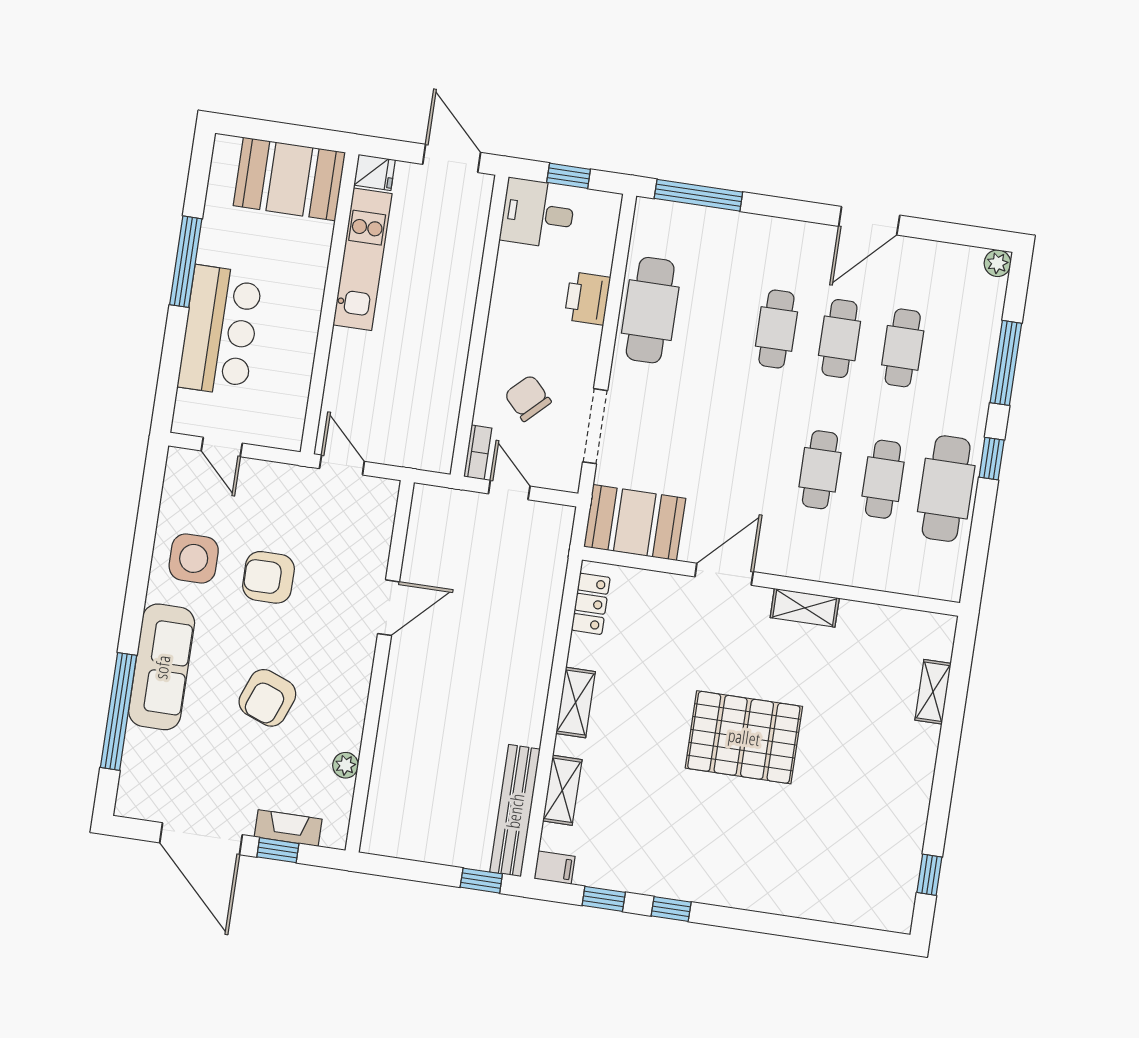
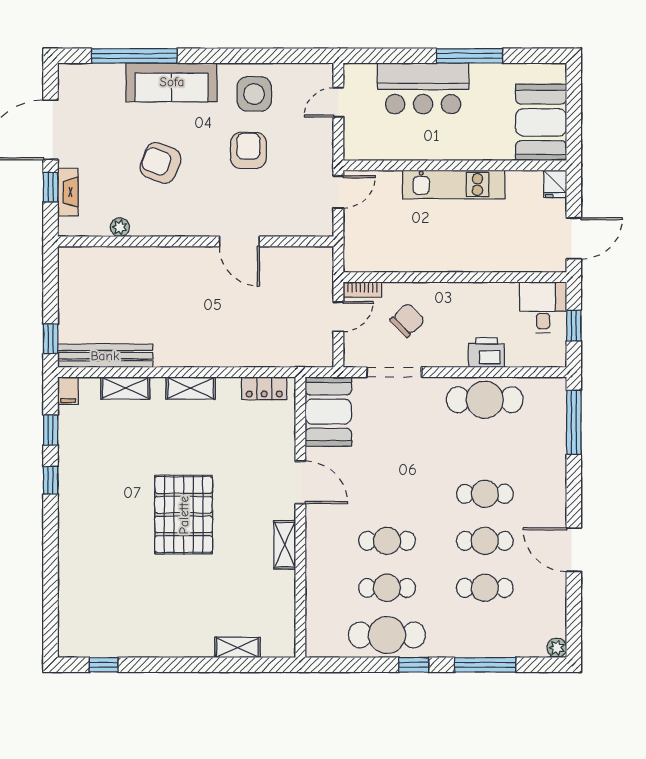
kitchen unit: (362, 259) -> (454, 184), moved

